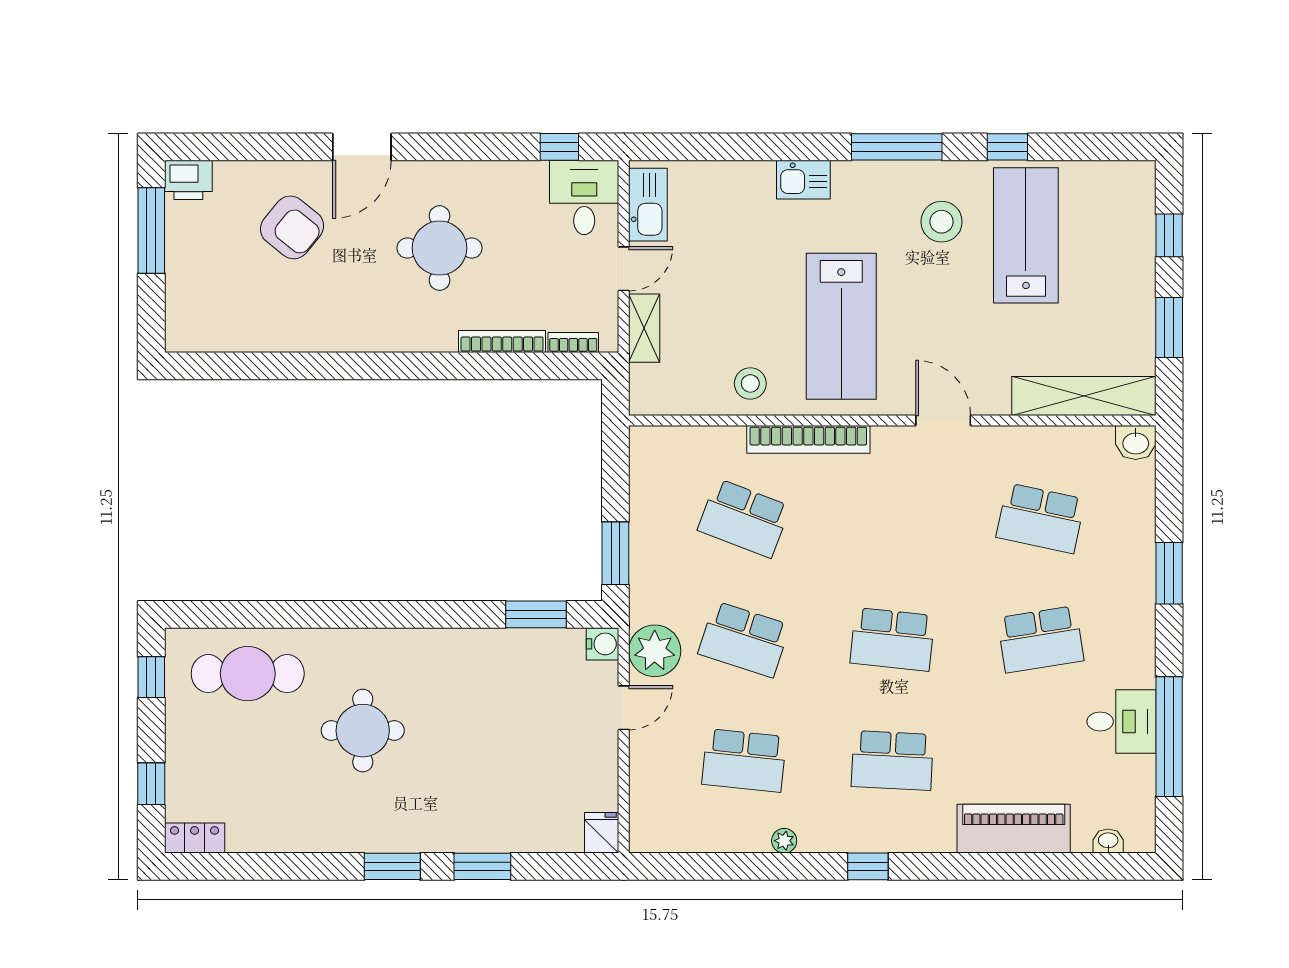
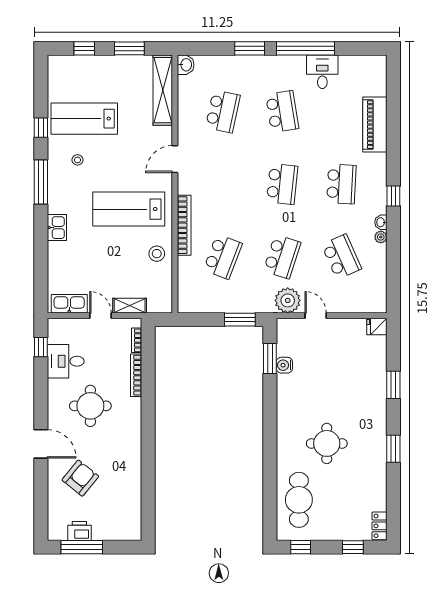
printer: (188, 180) -> (79, 531), moved, turned -90
desk: (584, 197) -> (66, 361), moved
stool: (942, 222) -> (77, 160), width x0.53, depth x0.53
lab bench: (841, 326) -> (129, 209), turned 180
water cooler: (603, 644) -> (284, 365), moved, turned -90
window: (1169, 737) -> (306, 48), moved
school desk: (744, 760) -> (341, 257), turned -30
washbasin: (1108, 841) -> (381, 222), moved
window: (392, 866) -> (393, 449), moved

